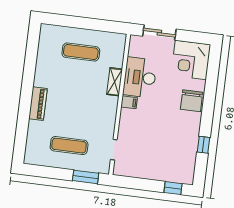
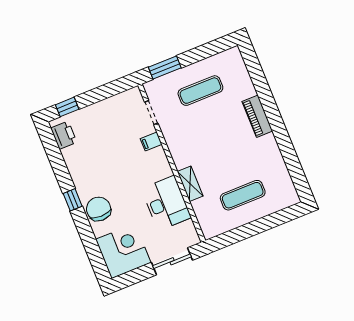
filing cabinet: (129, 102) -> (151, 142), moved
window: (203, 145) -> (73, 200), moved
printer: (187, 169) -> (64, 135), added

